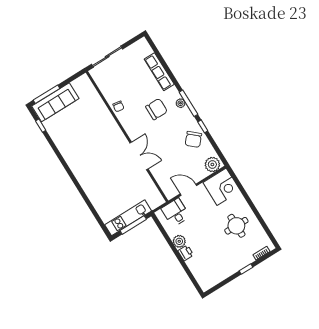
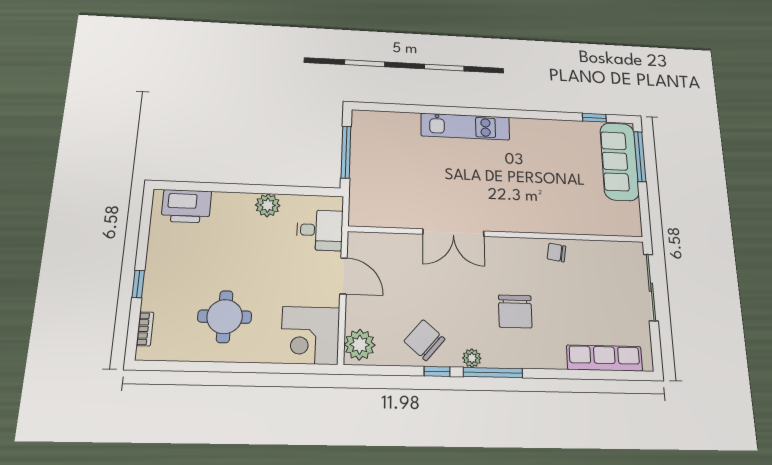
row of seats: (159, 72) -> (604, 358), moved
plant: (181, 103) -> (472, 358), moved
door: (188, 190) -> (343, 276), hinge flipped
kitchen unit: (128, 218) -> (465, 127), moved, turned 90
printer: (186, 253) -> (186, 206), moved, width x1.87, depth x1.48

